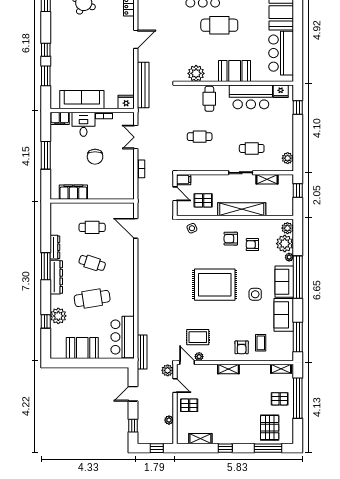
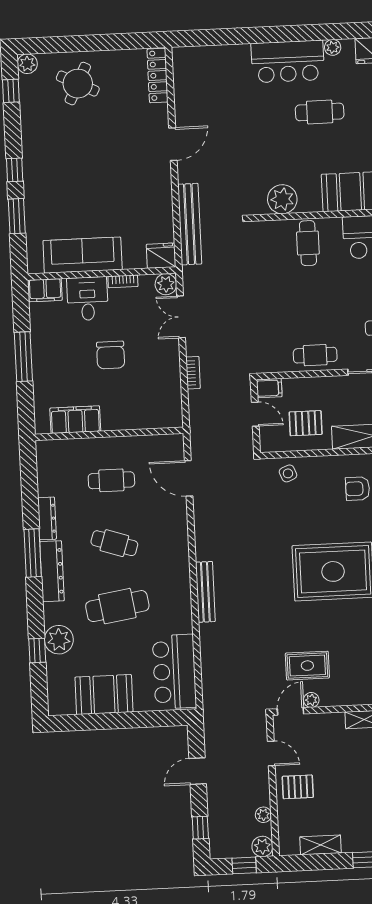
cafe table: (219, 25) -> (320, 112), width x0.73, depth x0.74
plant: (128, 118) -> (166, 284), added
cafe table: (200, 137) -> (315, 355), moved
bench: (142, 352) -> (205, 592), moved
door: (187, 363) -> (291, 711), hinge flipped
plant: (168, 370) -> (262, 846), moved

